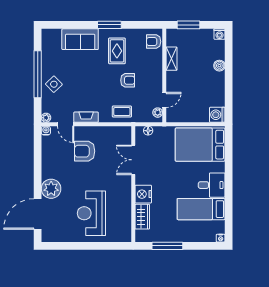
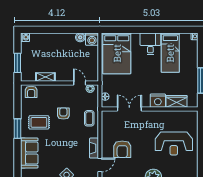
boiler: (219, 66) -> (80, 37), moved
double door: (133, 160) -> (129, 109), swing flipped

